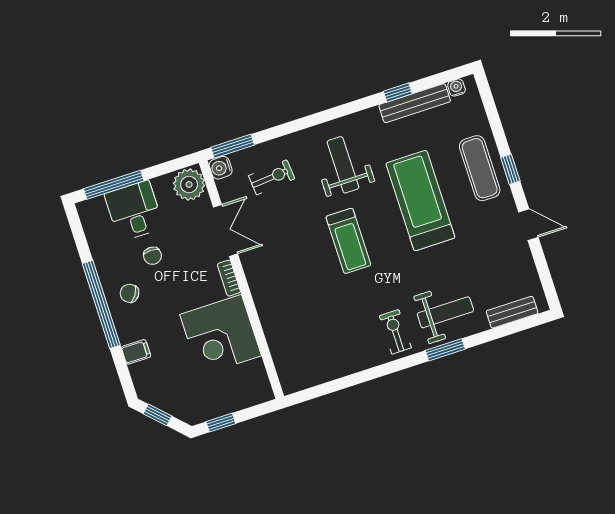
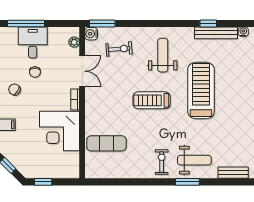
exercise mat: (480, 168) -> (106, 143), moved, turned 90
plant: (189, 184) -> (74, 42), width x0.53, depth x0.53
treadmill: (348, 241) -> (152, 100), turned 90

